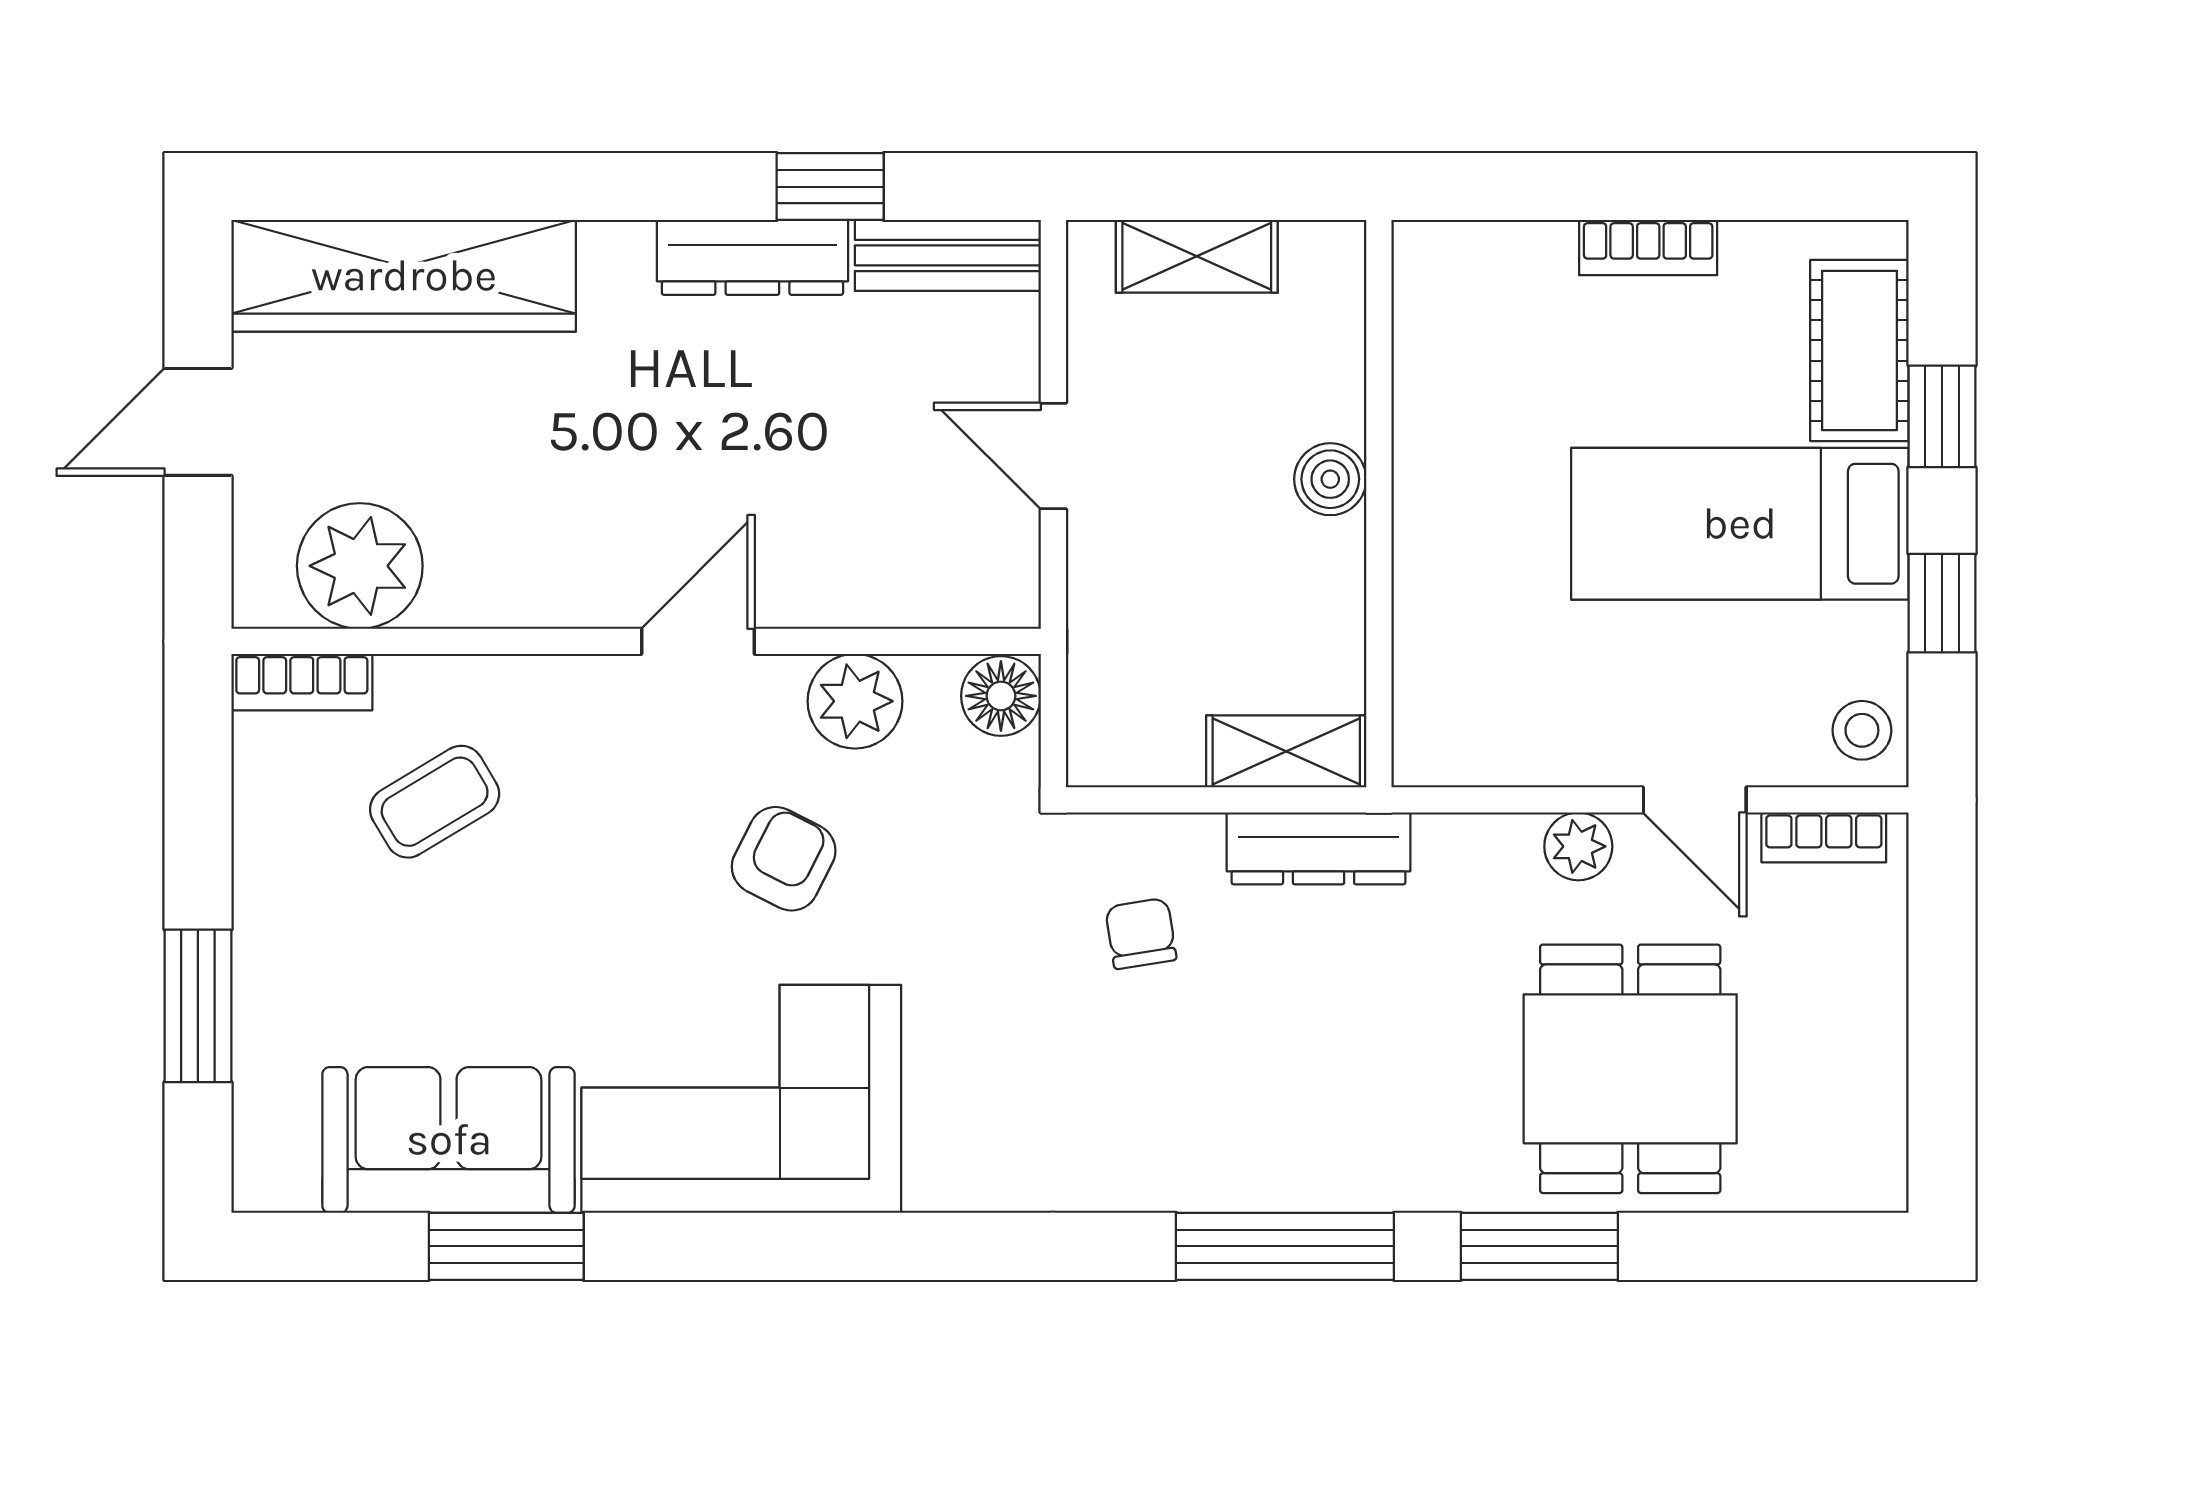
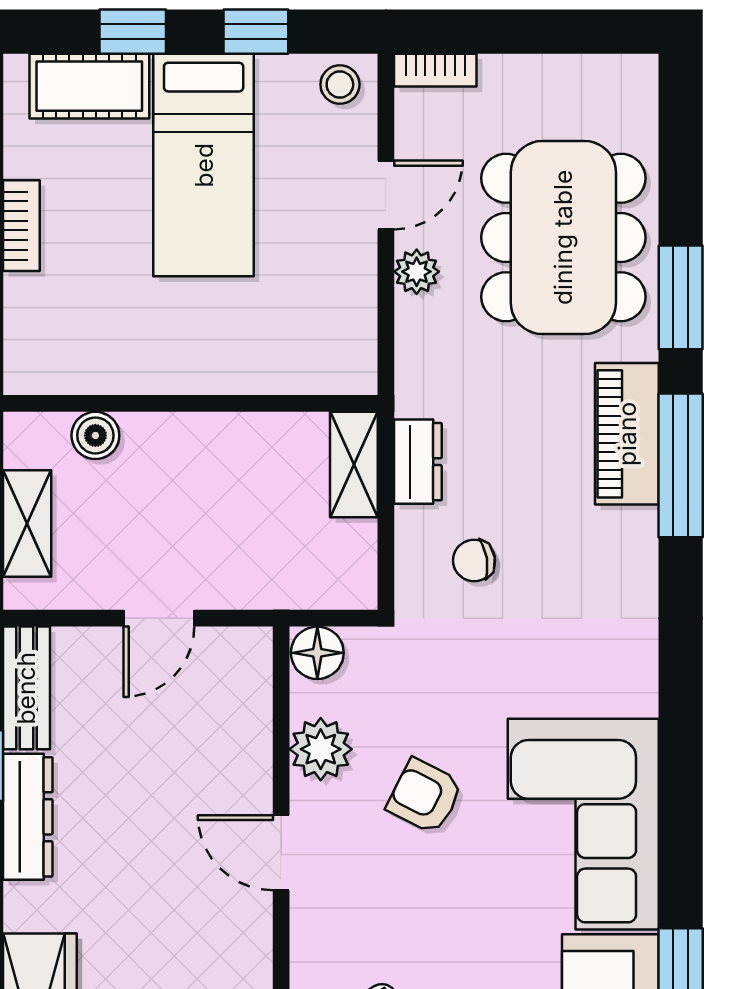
boiler: (1330, 479) -> (95, 435), moved
bookcase: (1824, 837) -> (435, 70), moved, turned 90
dresser: (1319, 848) -> (418, 462), width x0.70
dining table: (1630, 1069) -> (563, 237), width x1.38
piano: (1333, 1165) -> (627, 434), added

